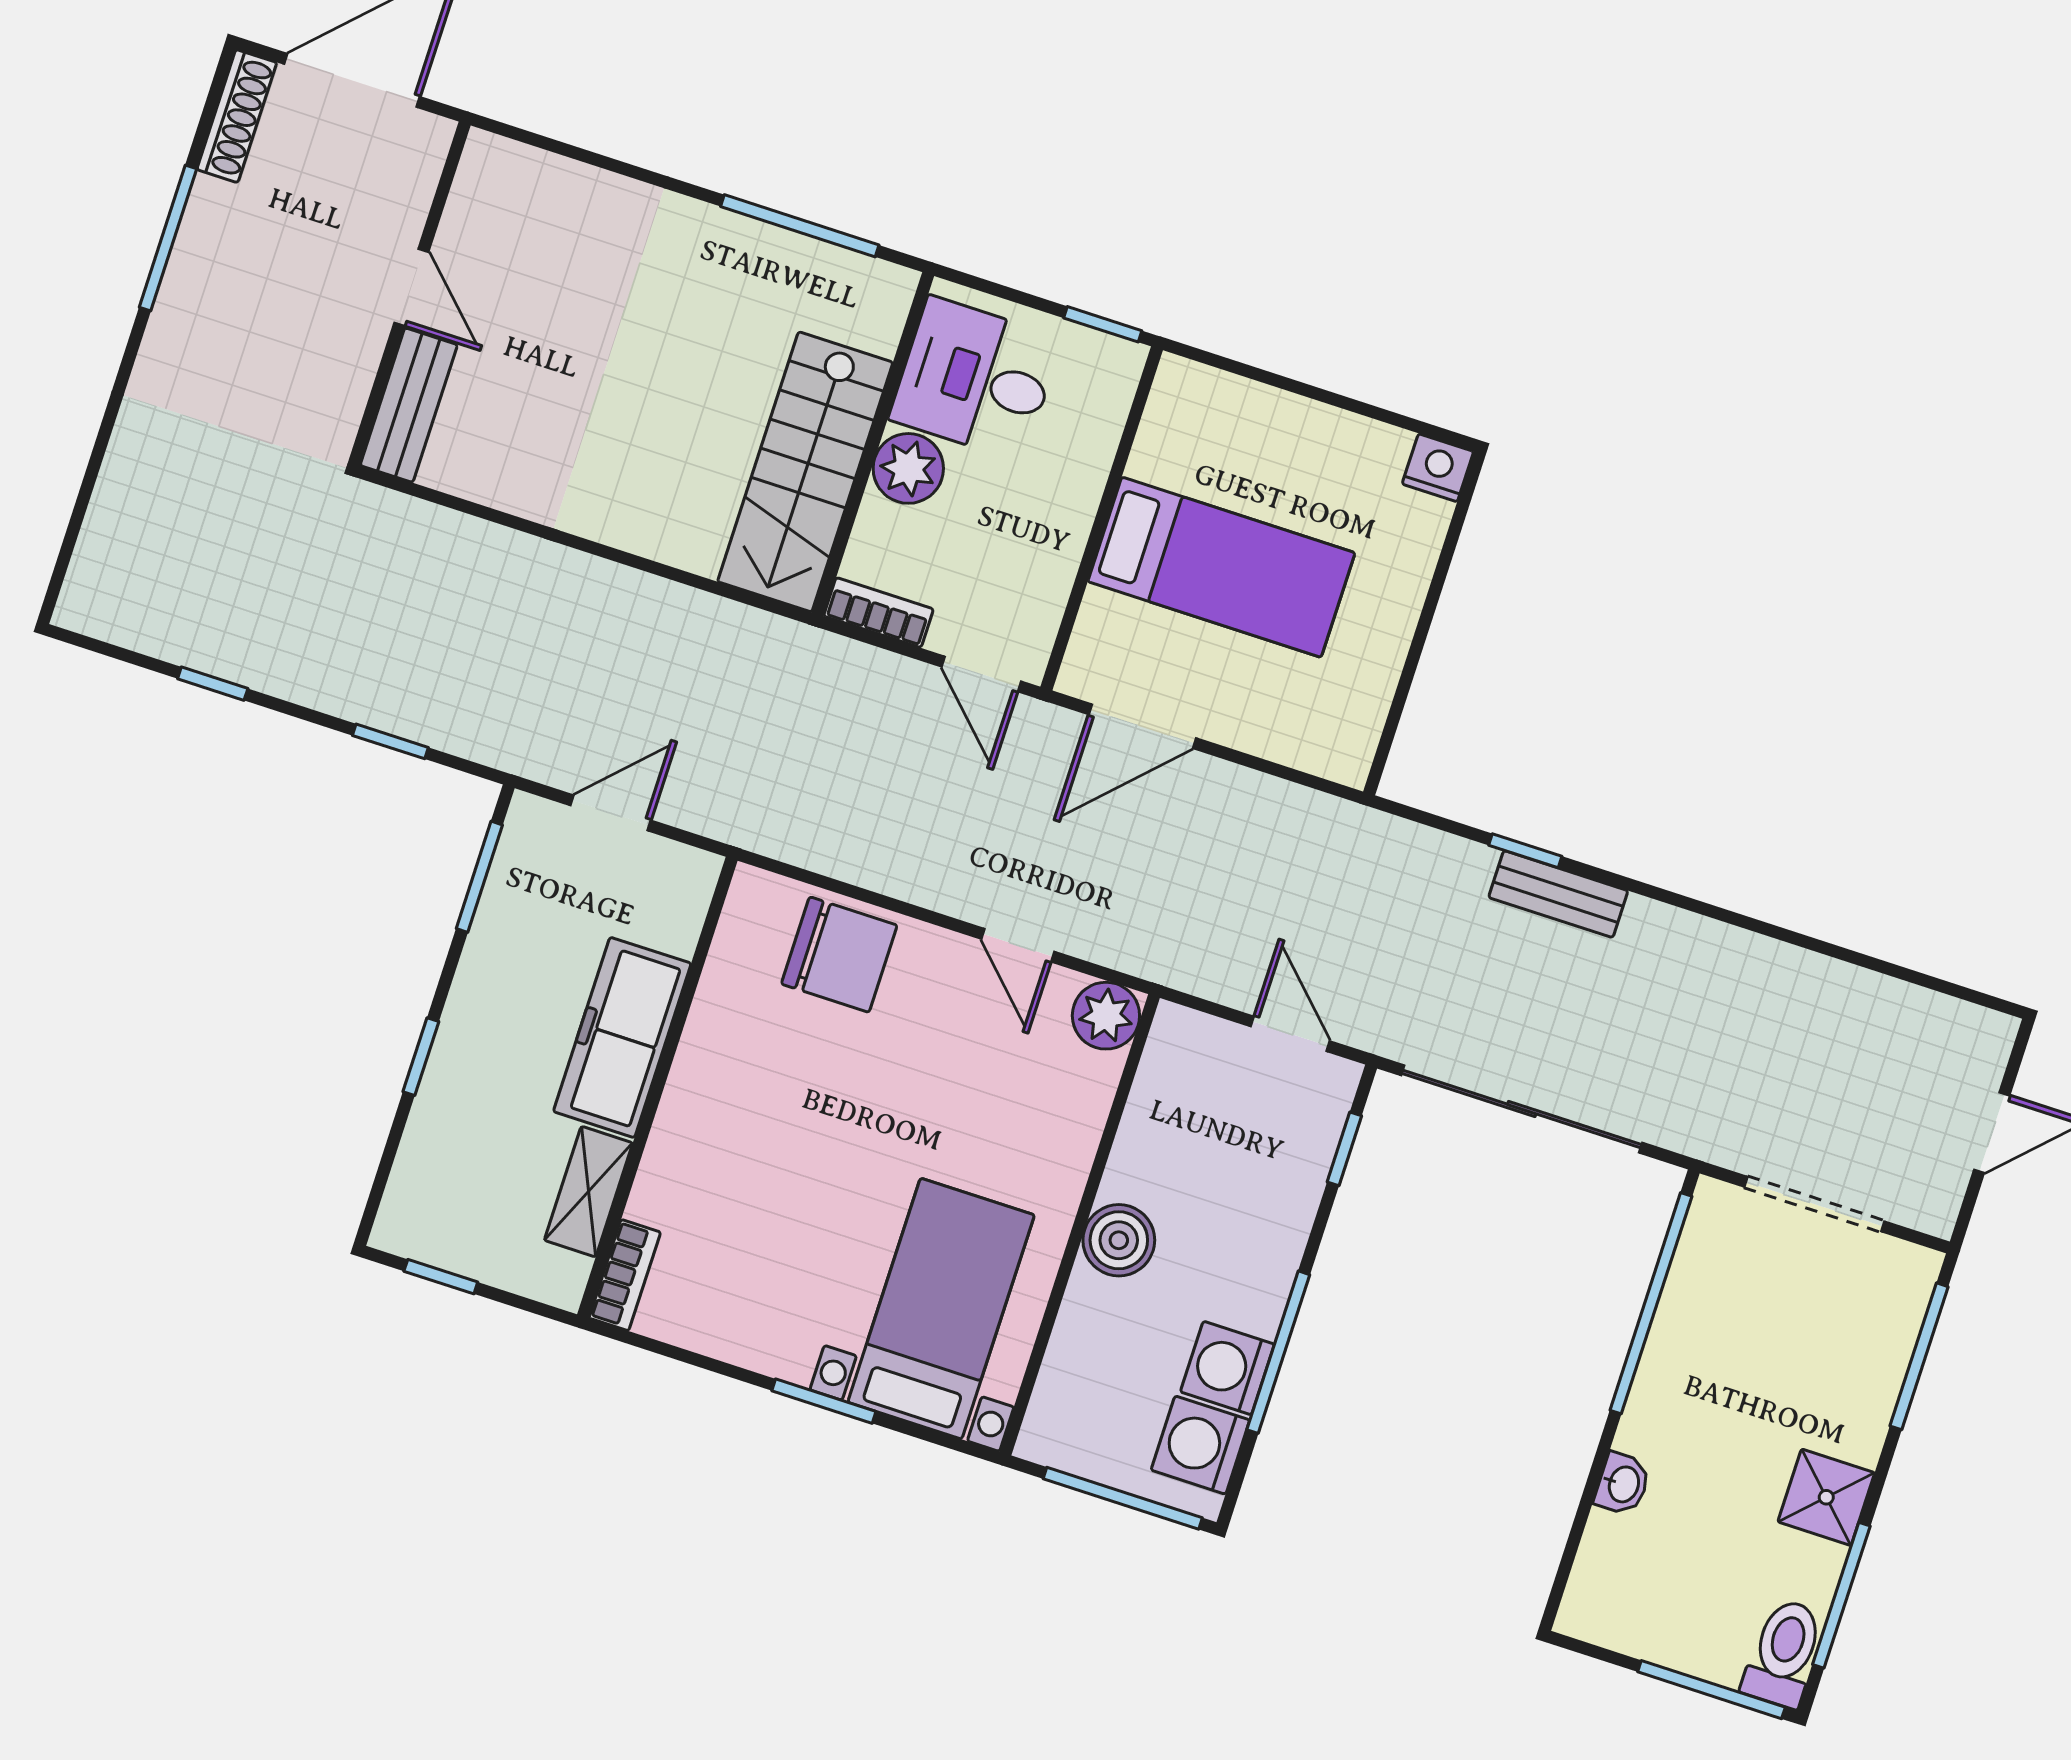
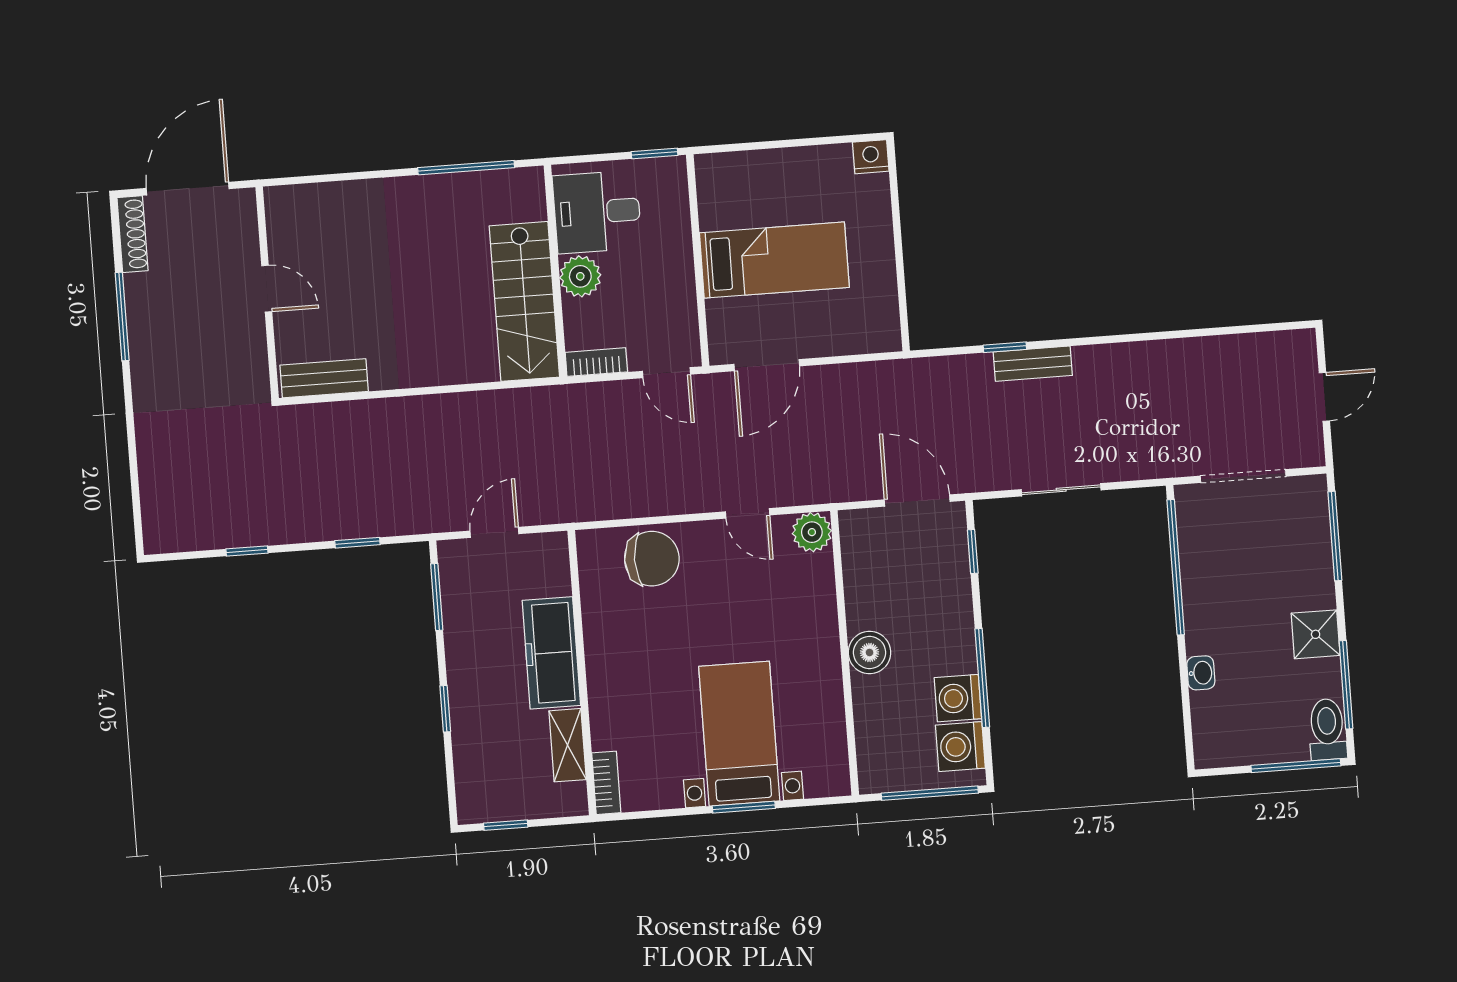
bench: (409, 405) -> (324, 378), moved, turned 90
door: (1290, 1034) -> (917, 501), width x1.38
sliding door: (1522, 1109) -> (1061, 490), width x0.54
bed with nightstands: (941, 1309) -> (739, 734), moved

